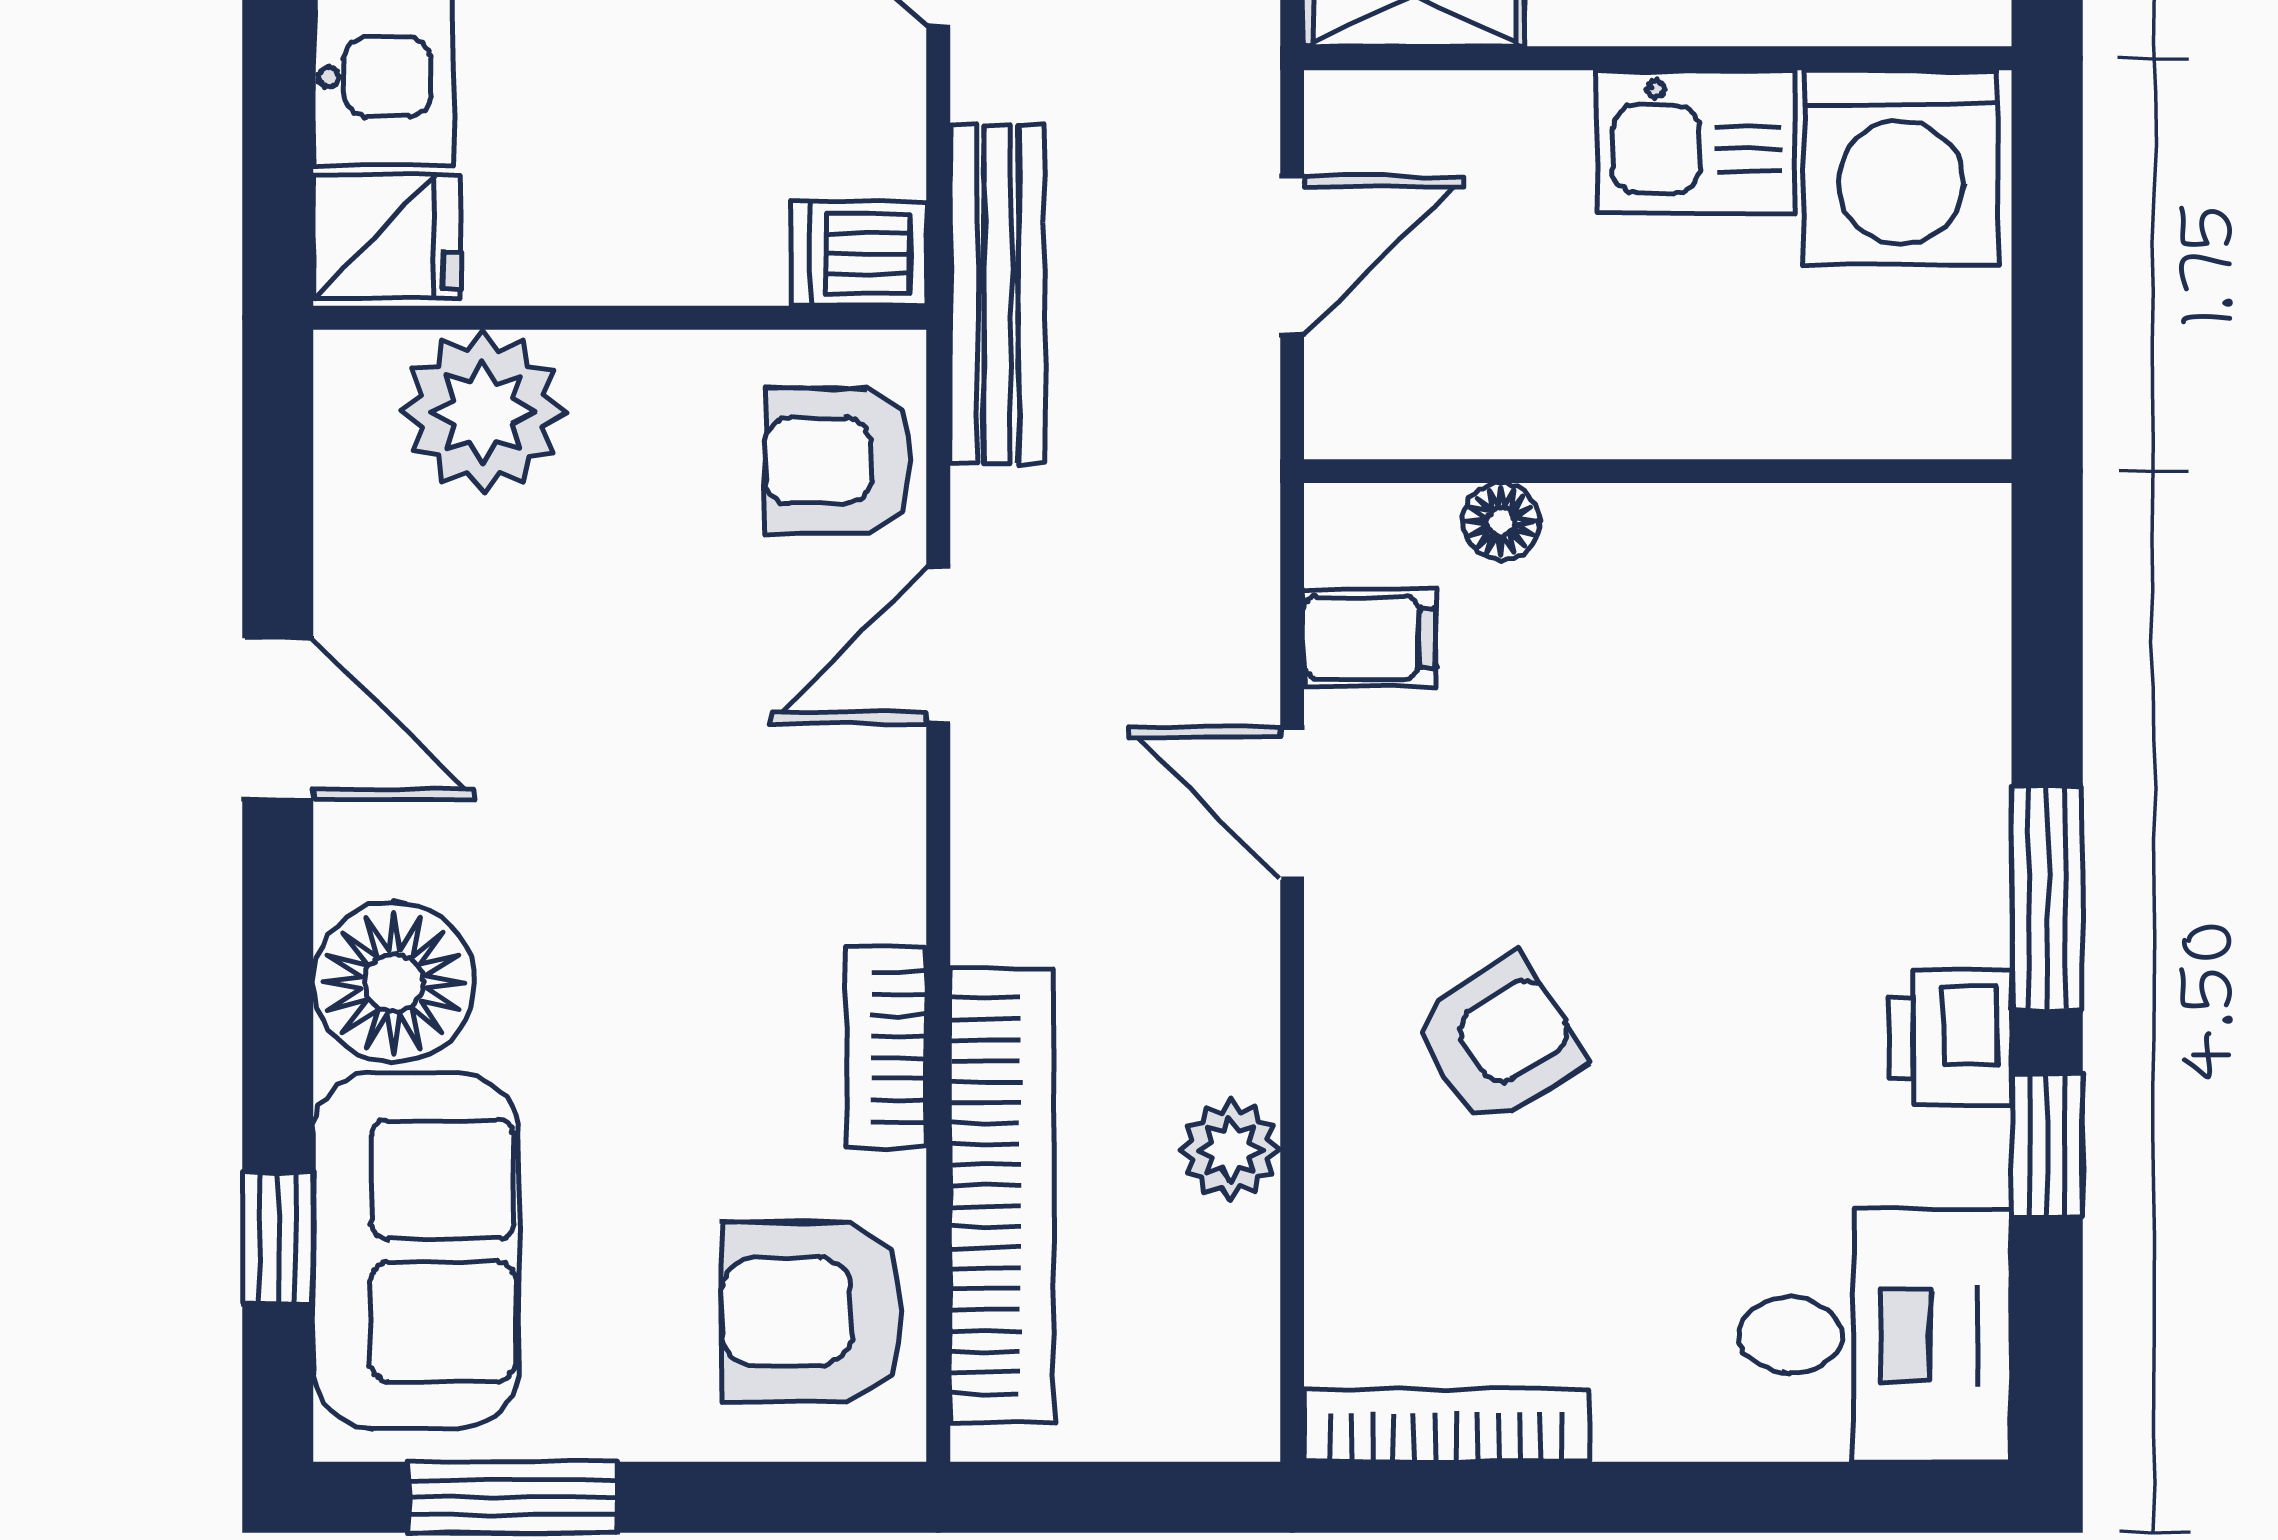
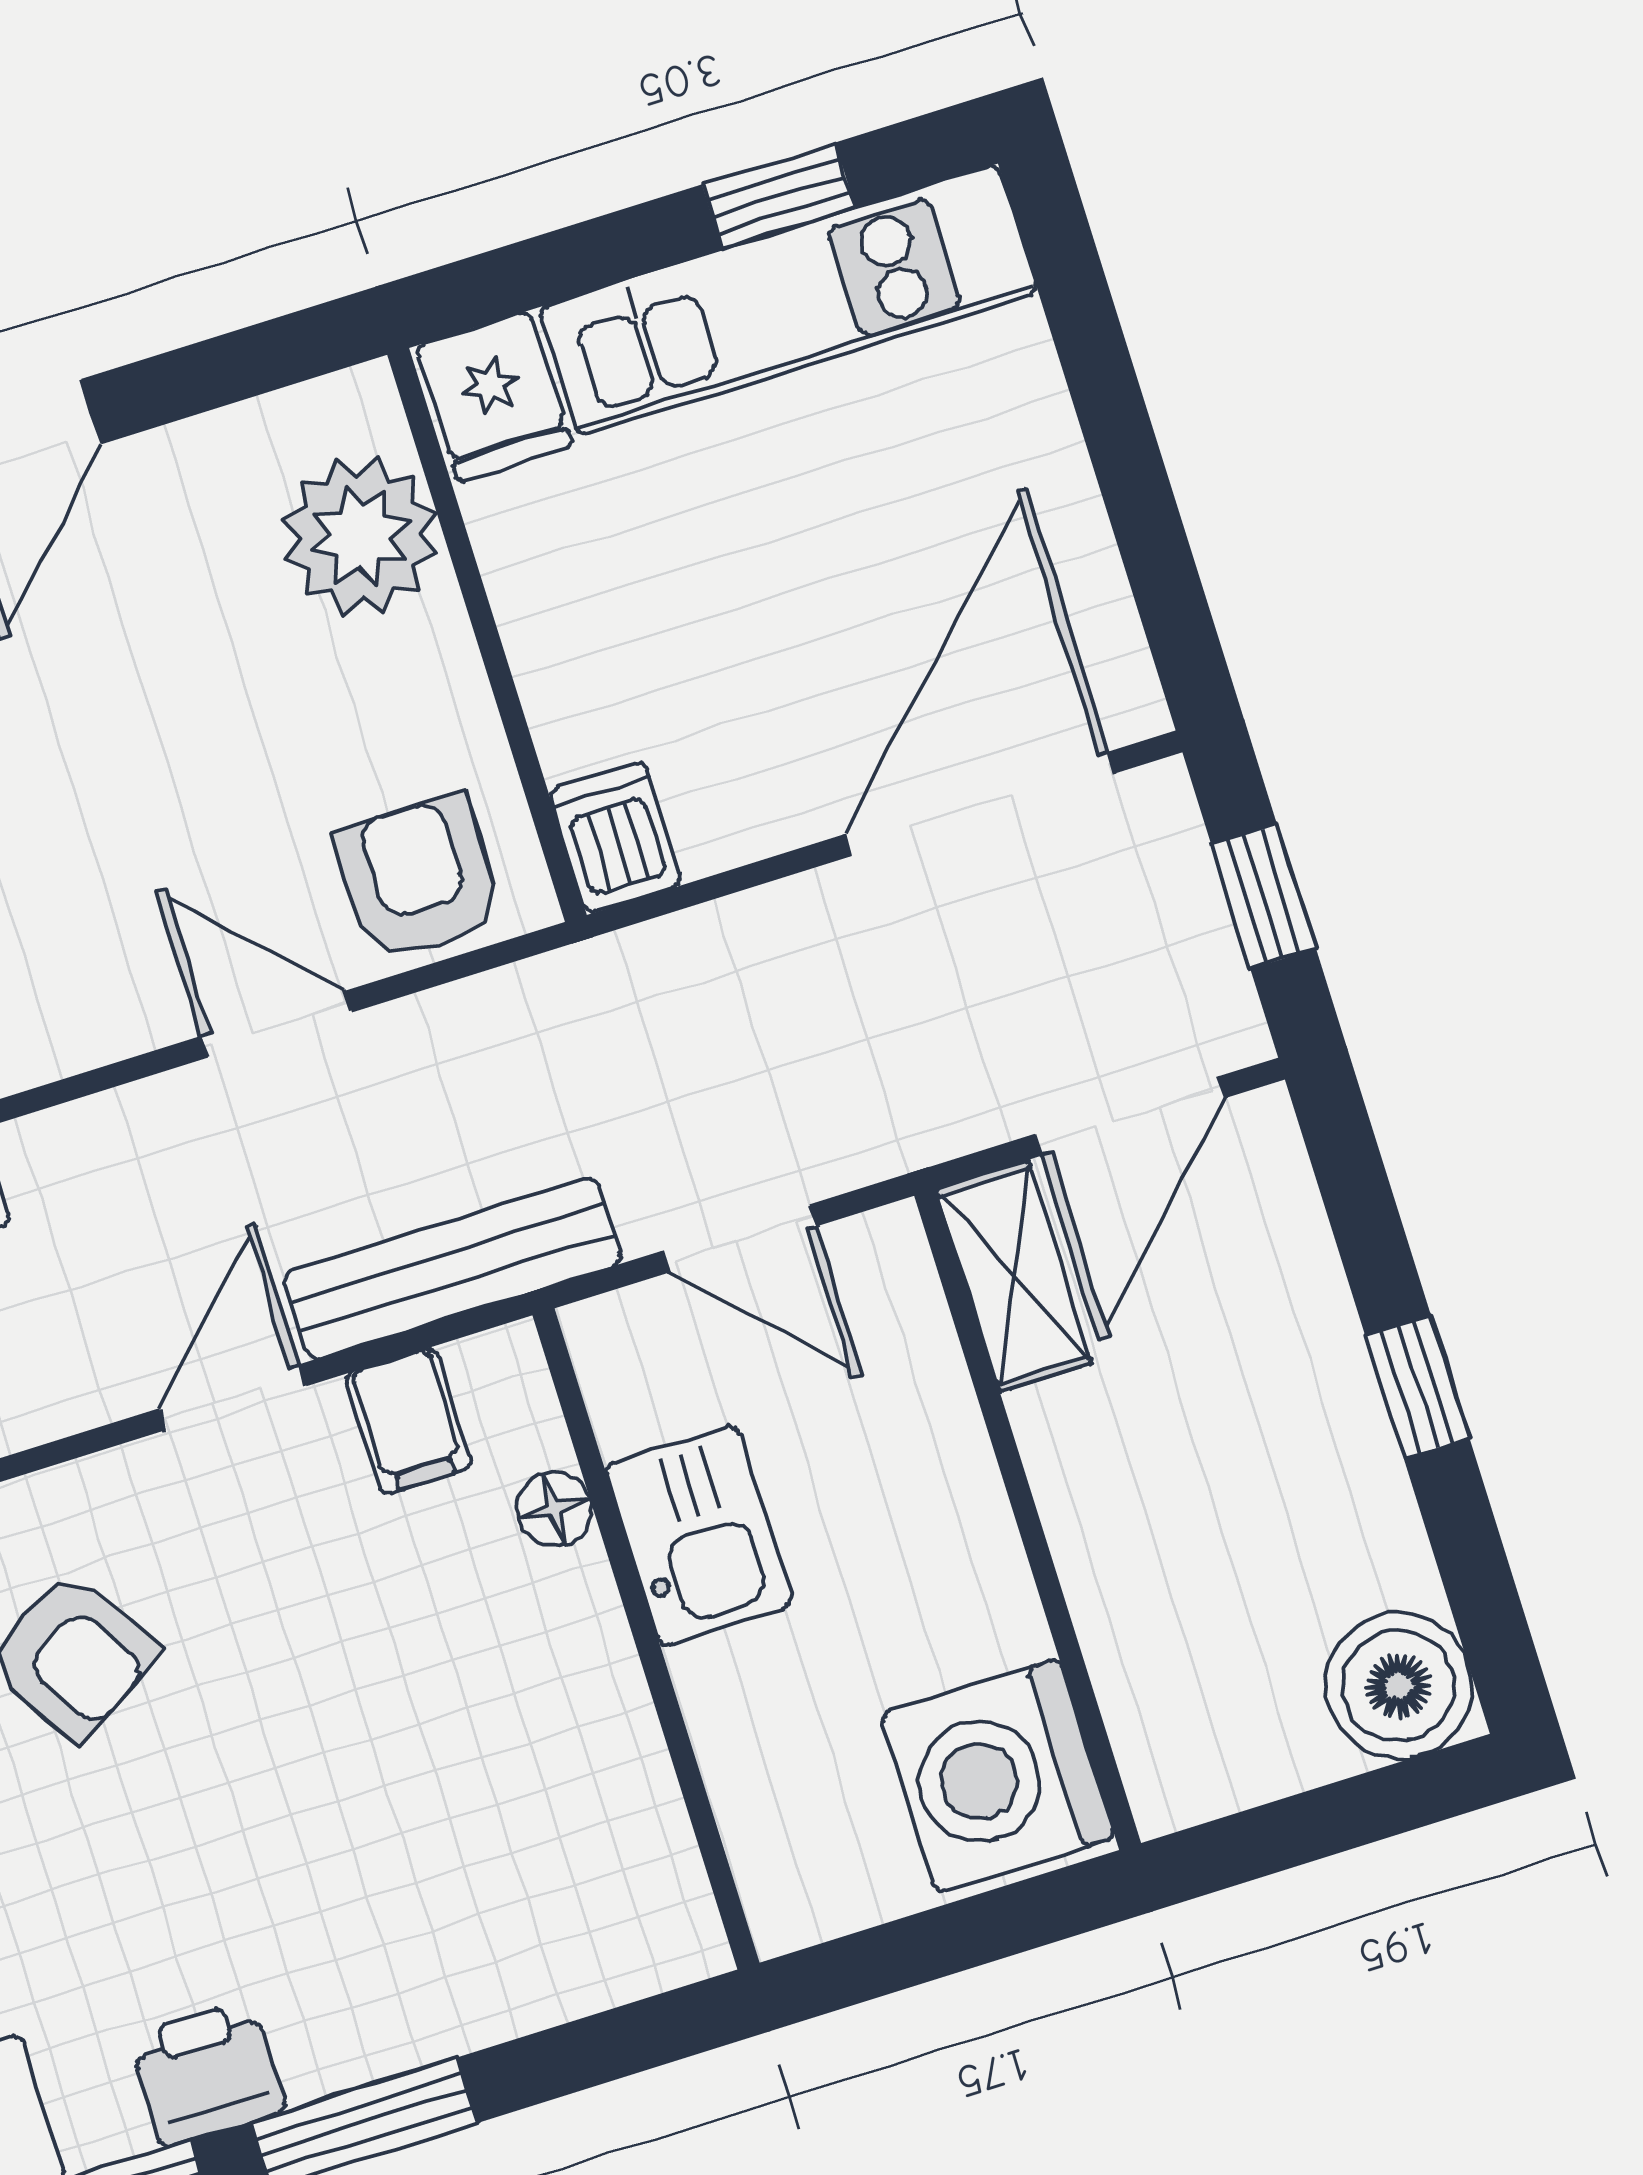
kitchen sink: (1696, 142) -> (698, 1536), moved, turned 180
bench: (998, 294) -> (452, 1268), moved

